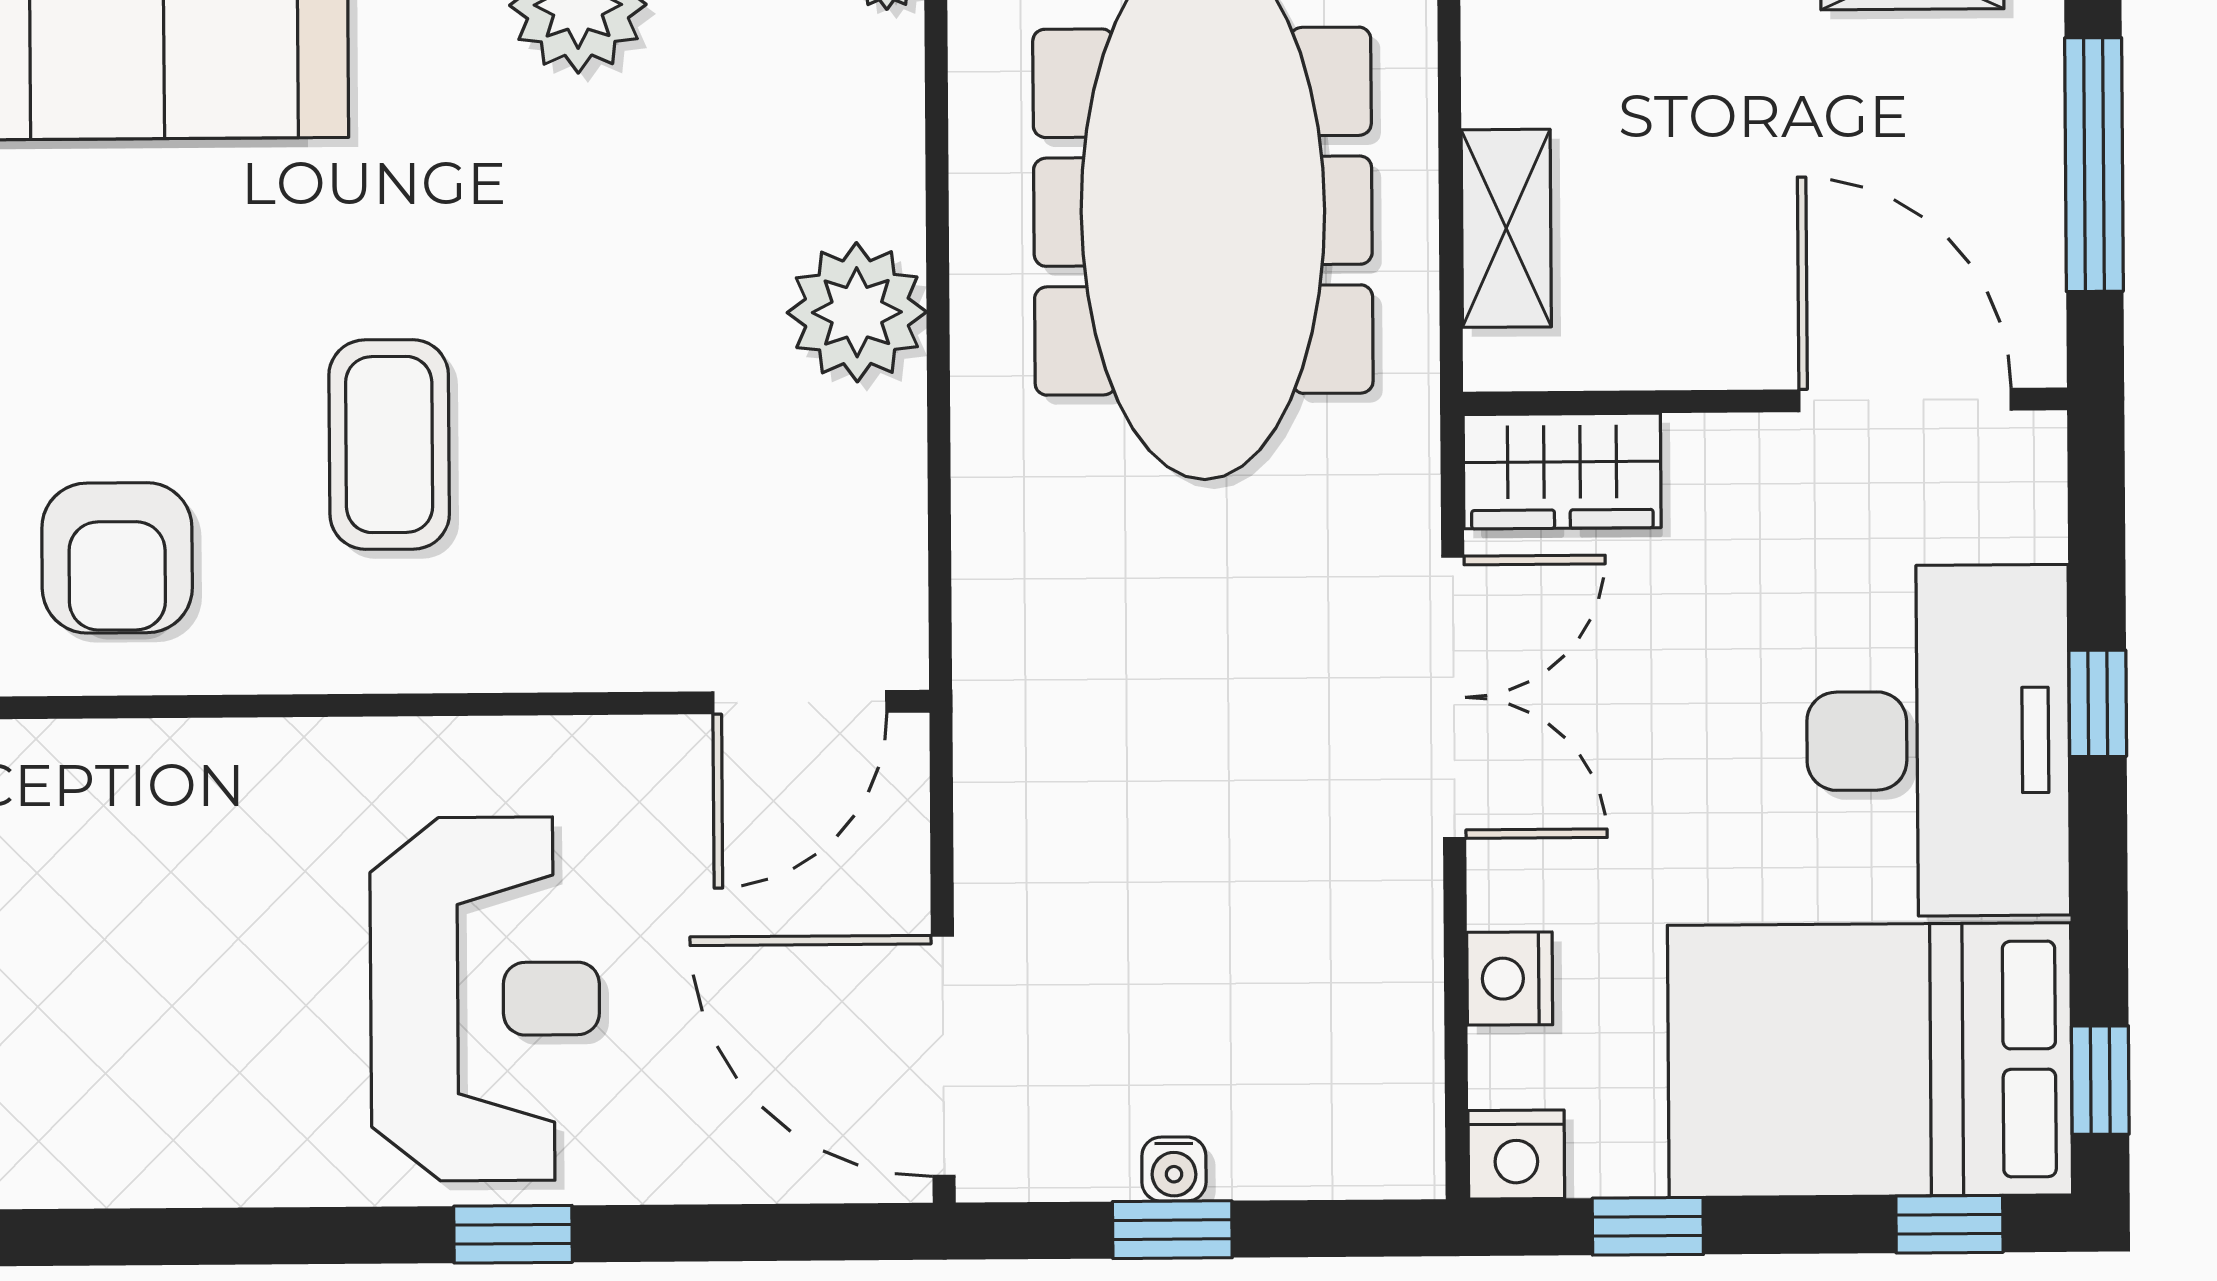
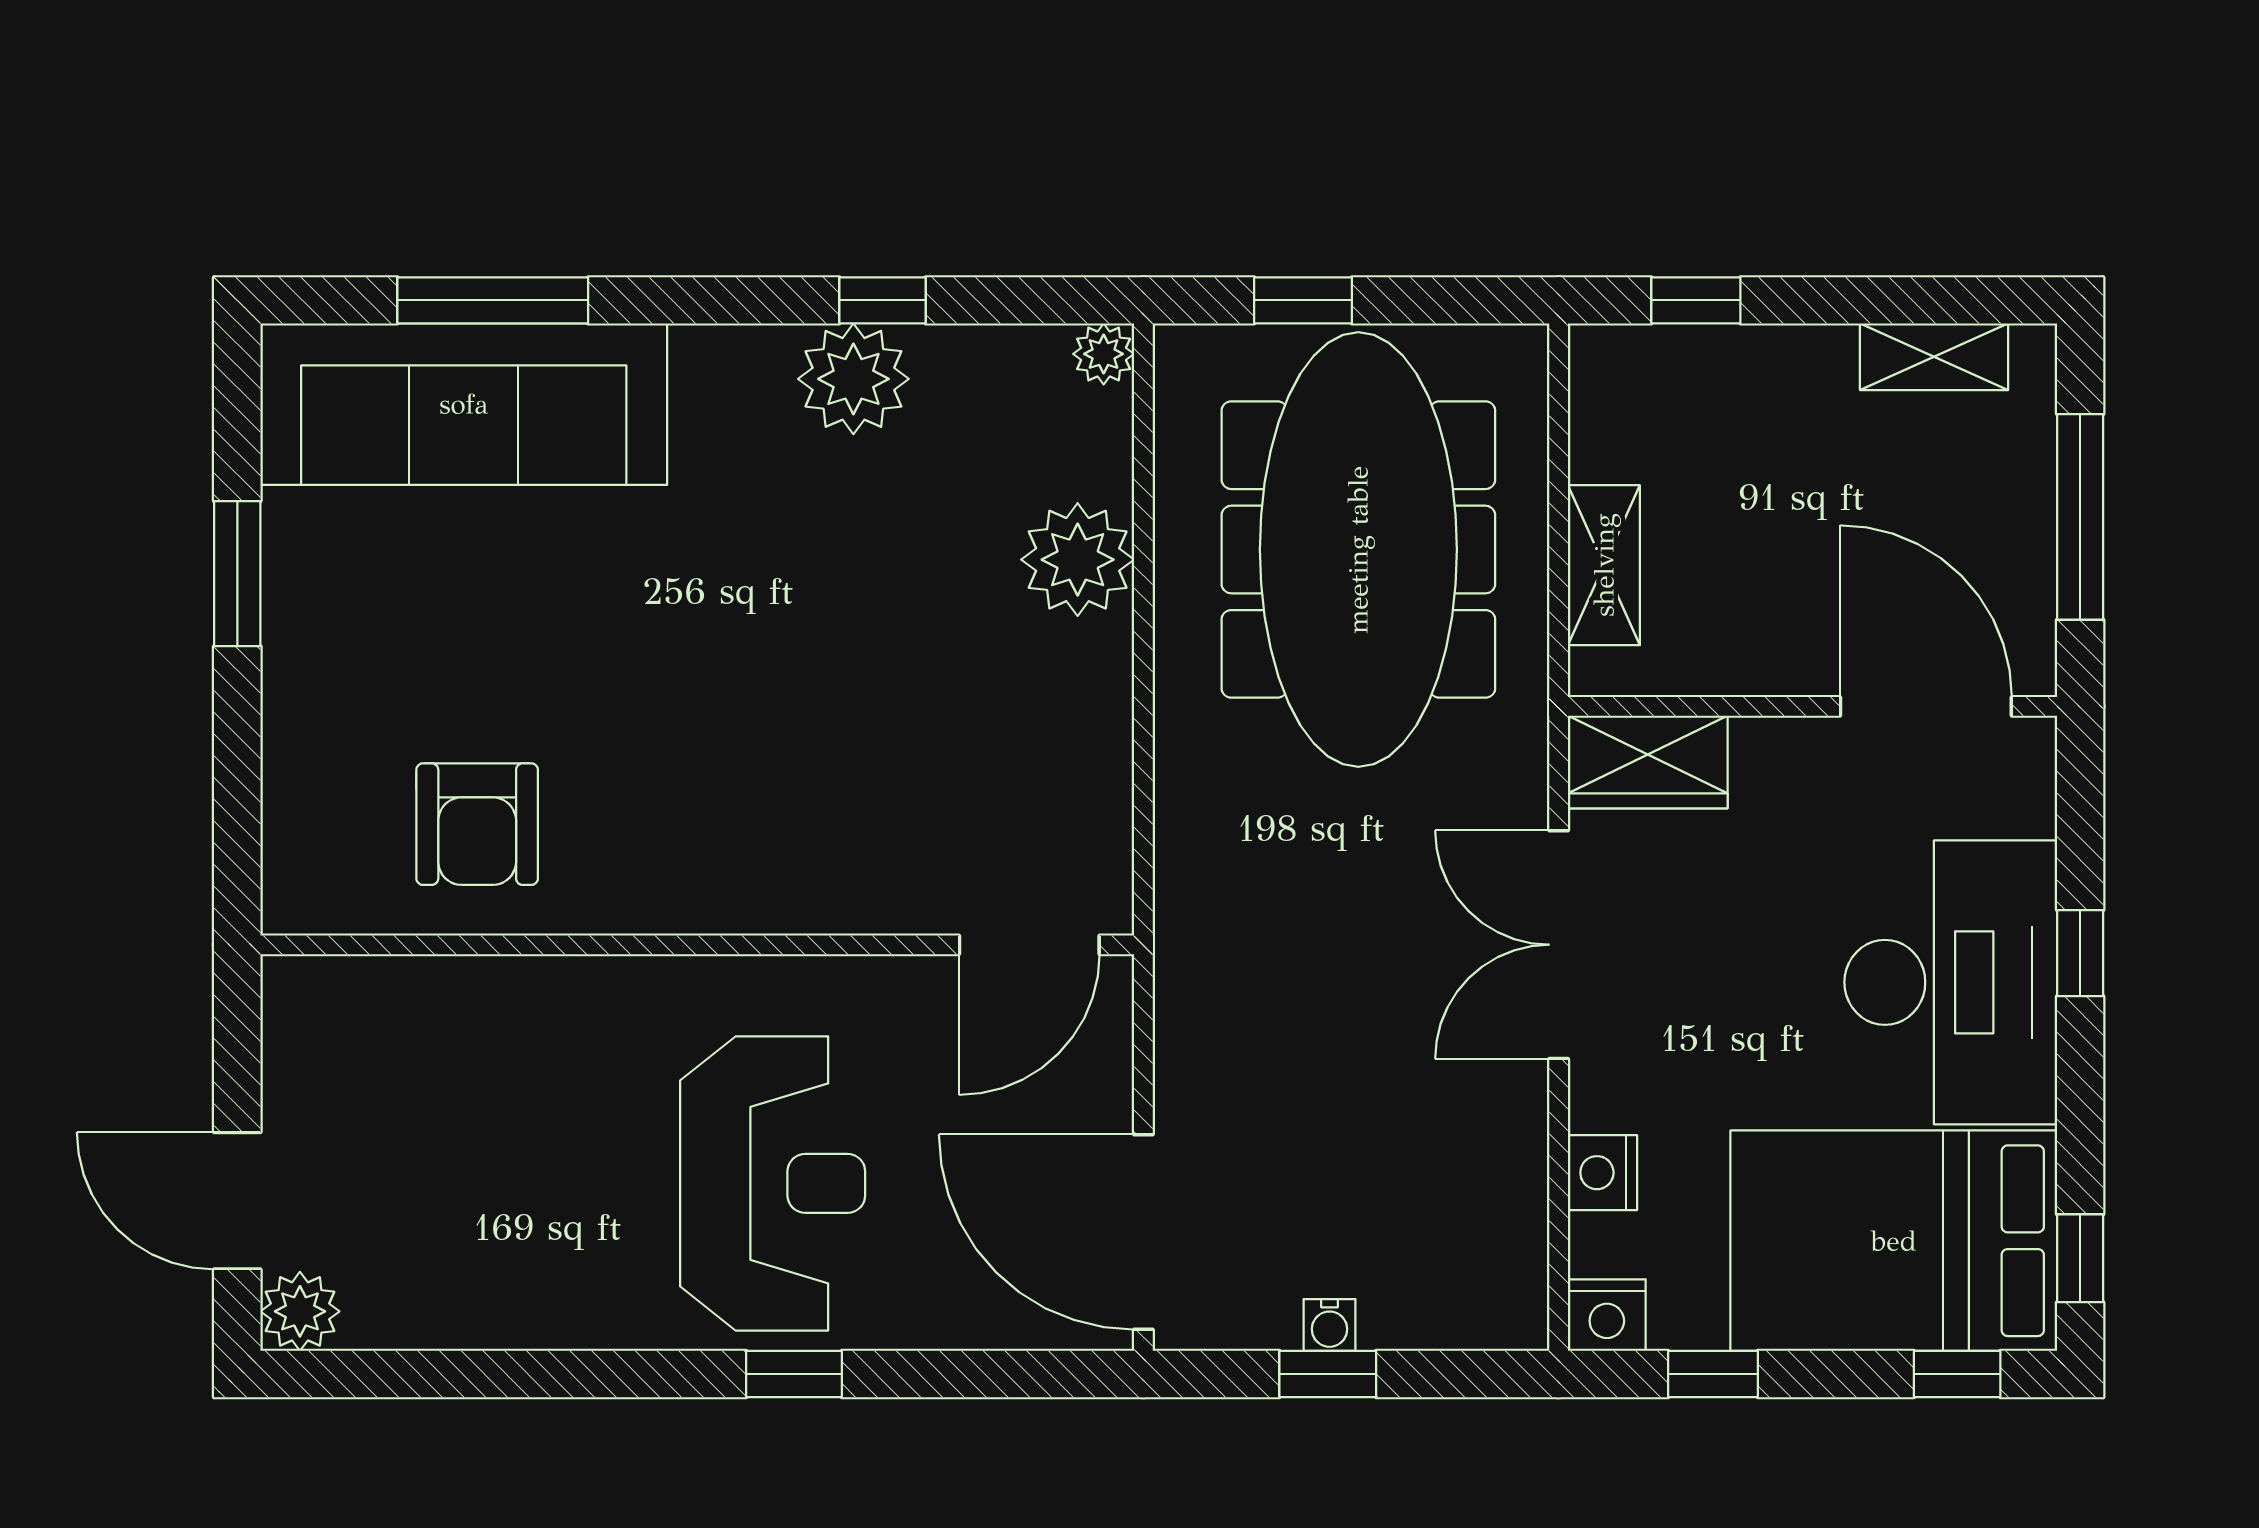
plant: (857, 312) -> (1078, 560), moved
coffee table: (389, 445) -> (698, 734), removed
double door: (1454, 697) -> (1559, 945), swing flipped

